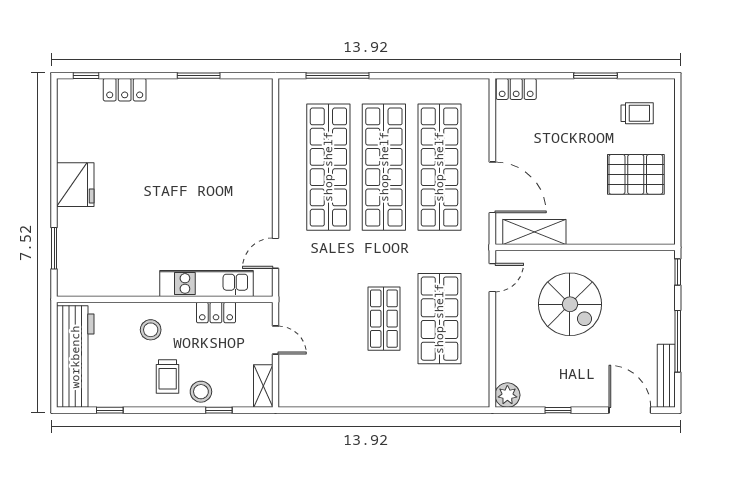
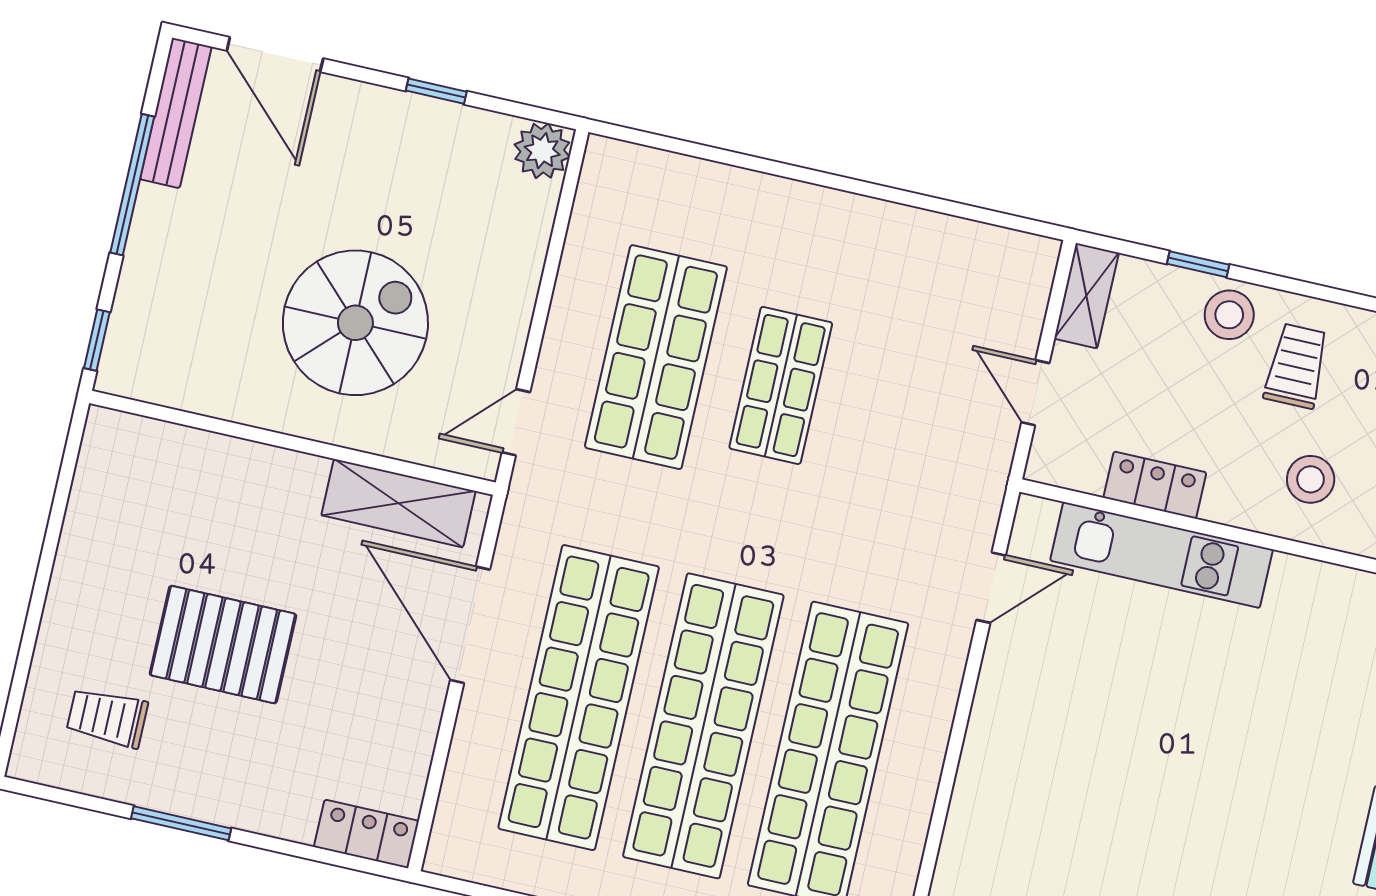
pallet: (636, 174) -> (223, 645), moved
spiral stairs: (570, 304) -> (355, 323), turned 90

